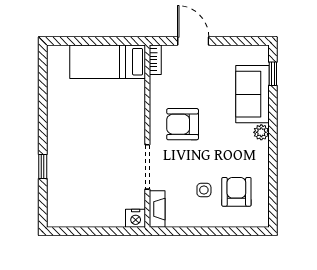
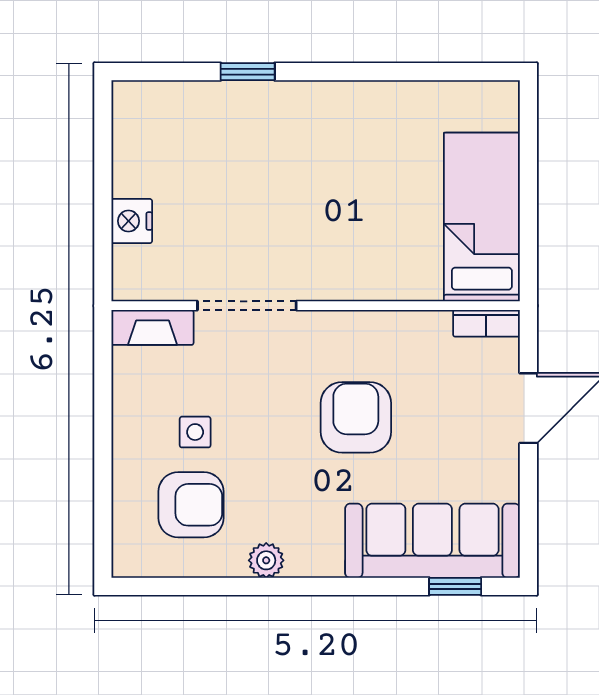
sofa: (253, 94) -> (432, 541), width x1.36
armchair: (183, 124) -> (356, 417), moved
plant: (261, 132) -> (266, 560), moved
nightstand: (136, 218) -> (132, 221), moved

